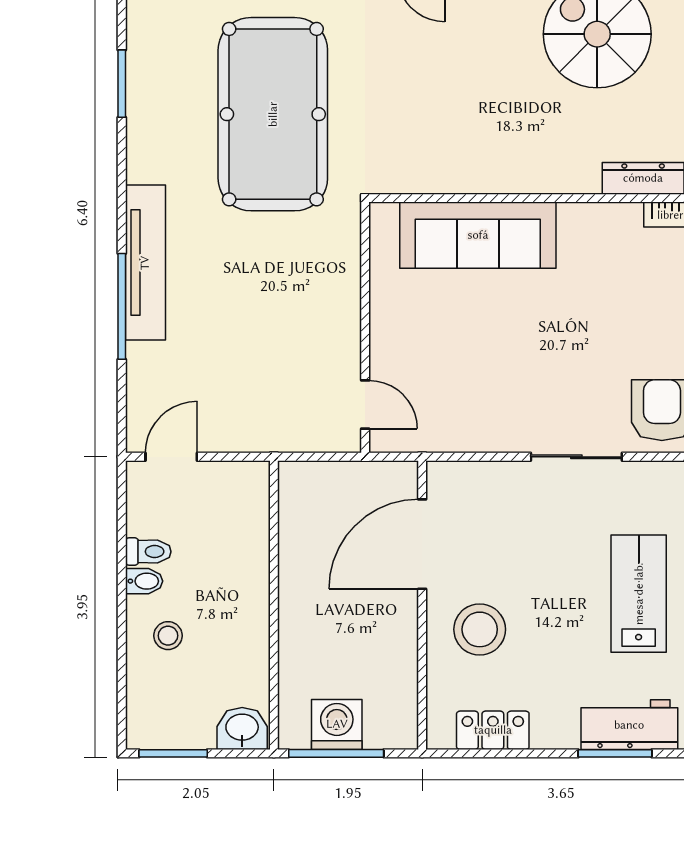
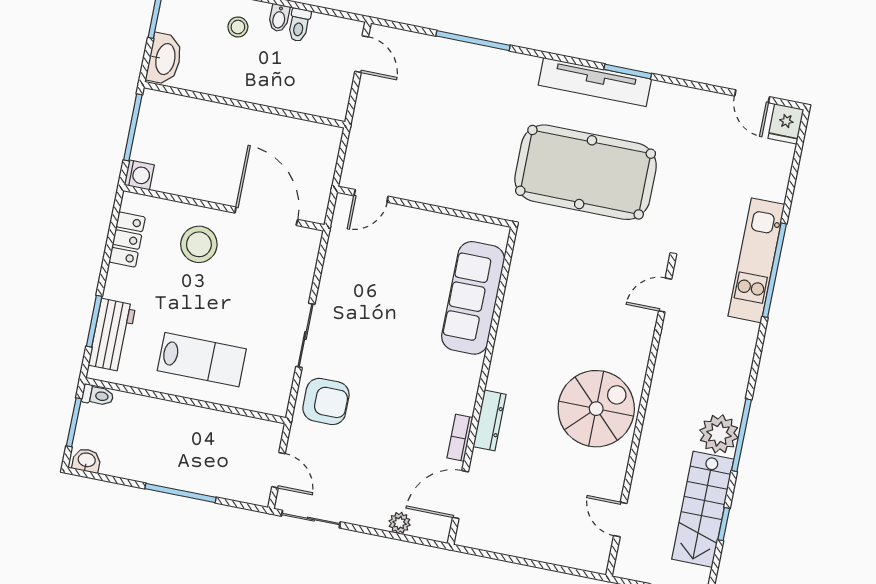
tv unit: (145, 263) -> (595, 82), moved
washing machine: (337, 724) -> (139, 175), moved, width x0.73, depth x0.73
washbasin: (242, 728) -> (164, 59), width x1.38

